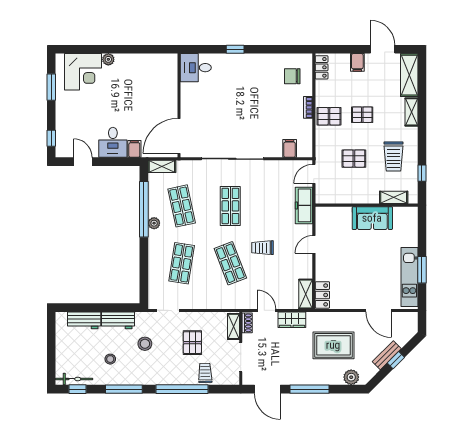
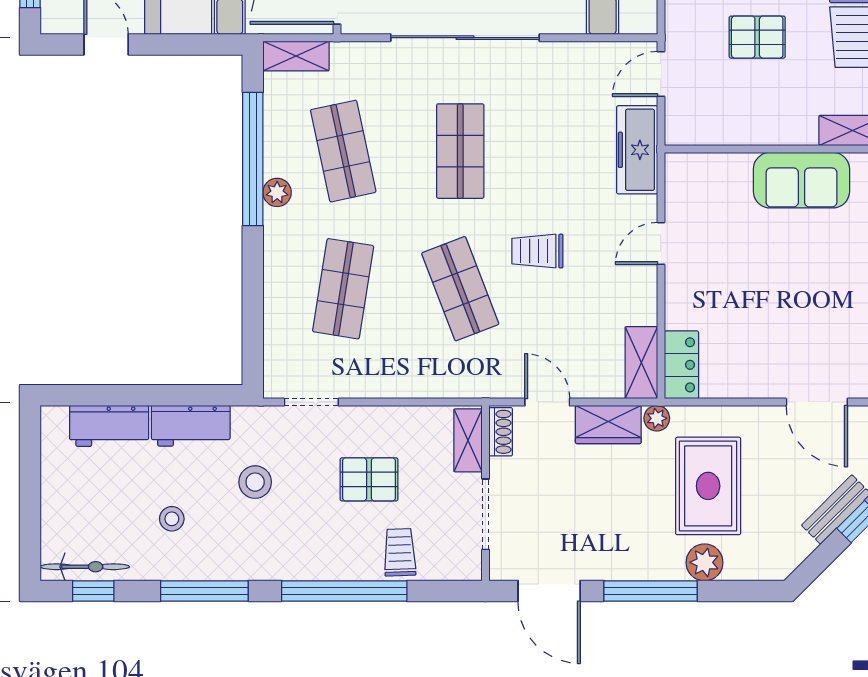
plant: (312, 317) -> (657, 418), added
pallet: (192, 343) -> (369, 479), turned 90
rug: (333, 345) -> (708, 486), turned 90
plant: (351, 377) -> (704, 562), moved

